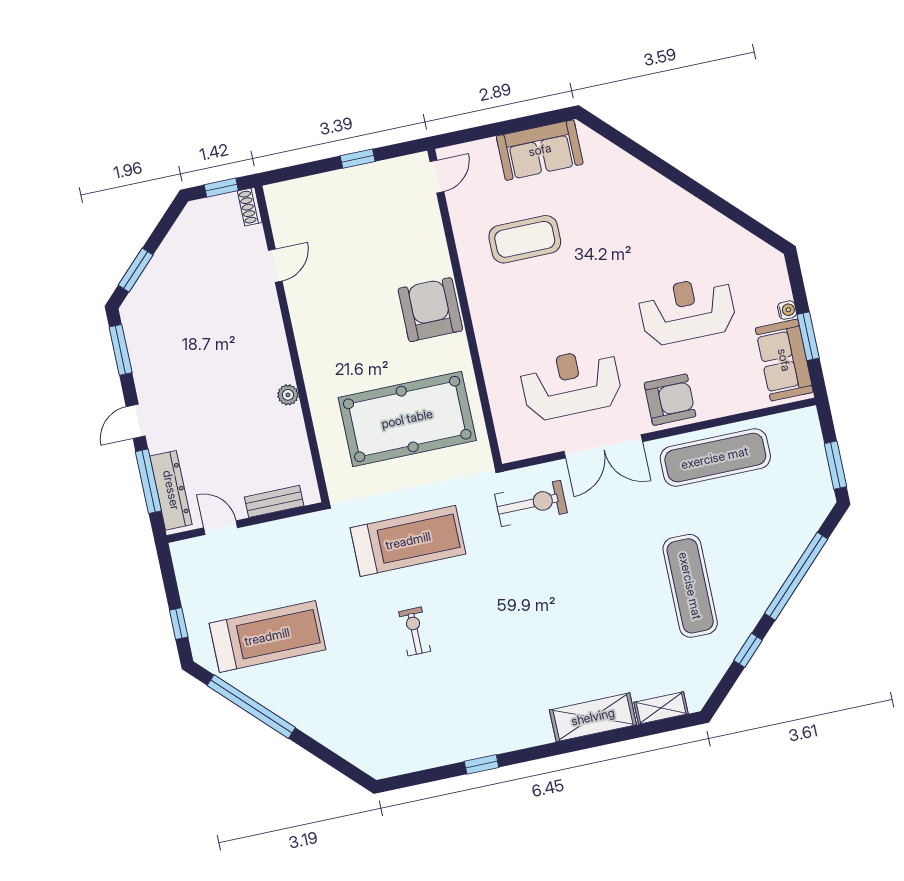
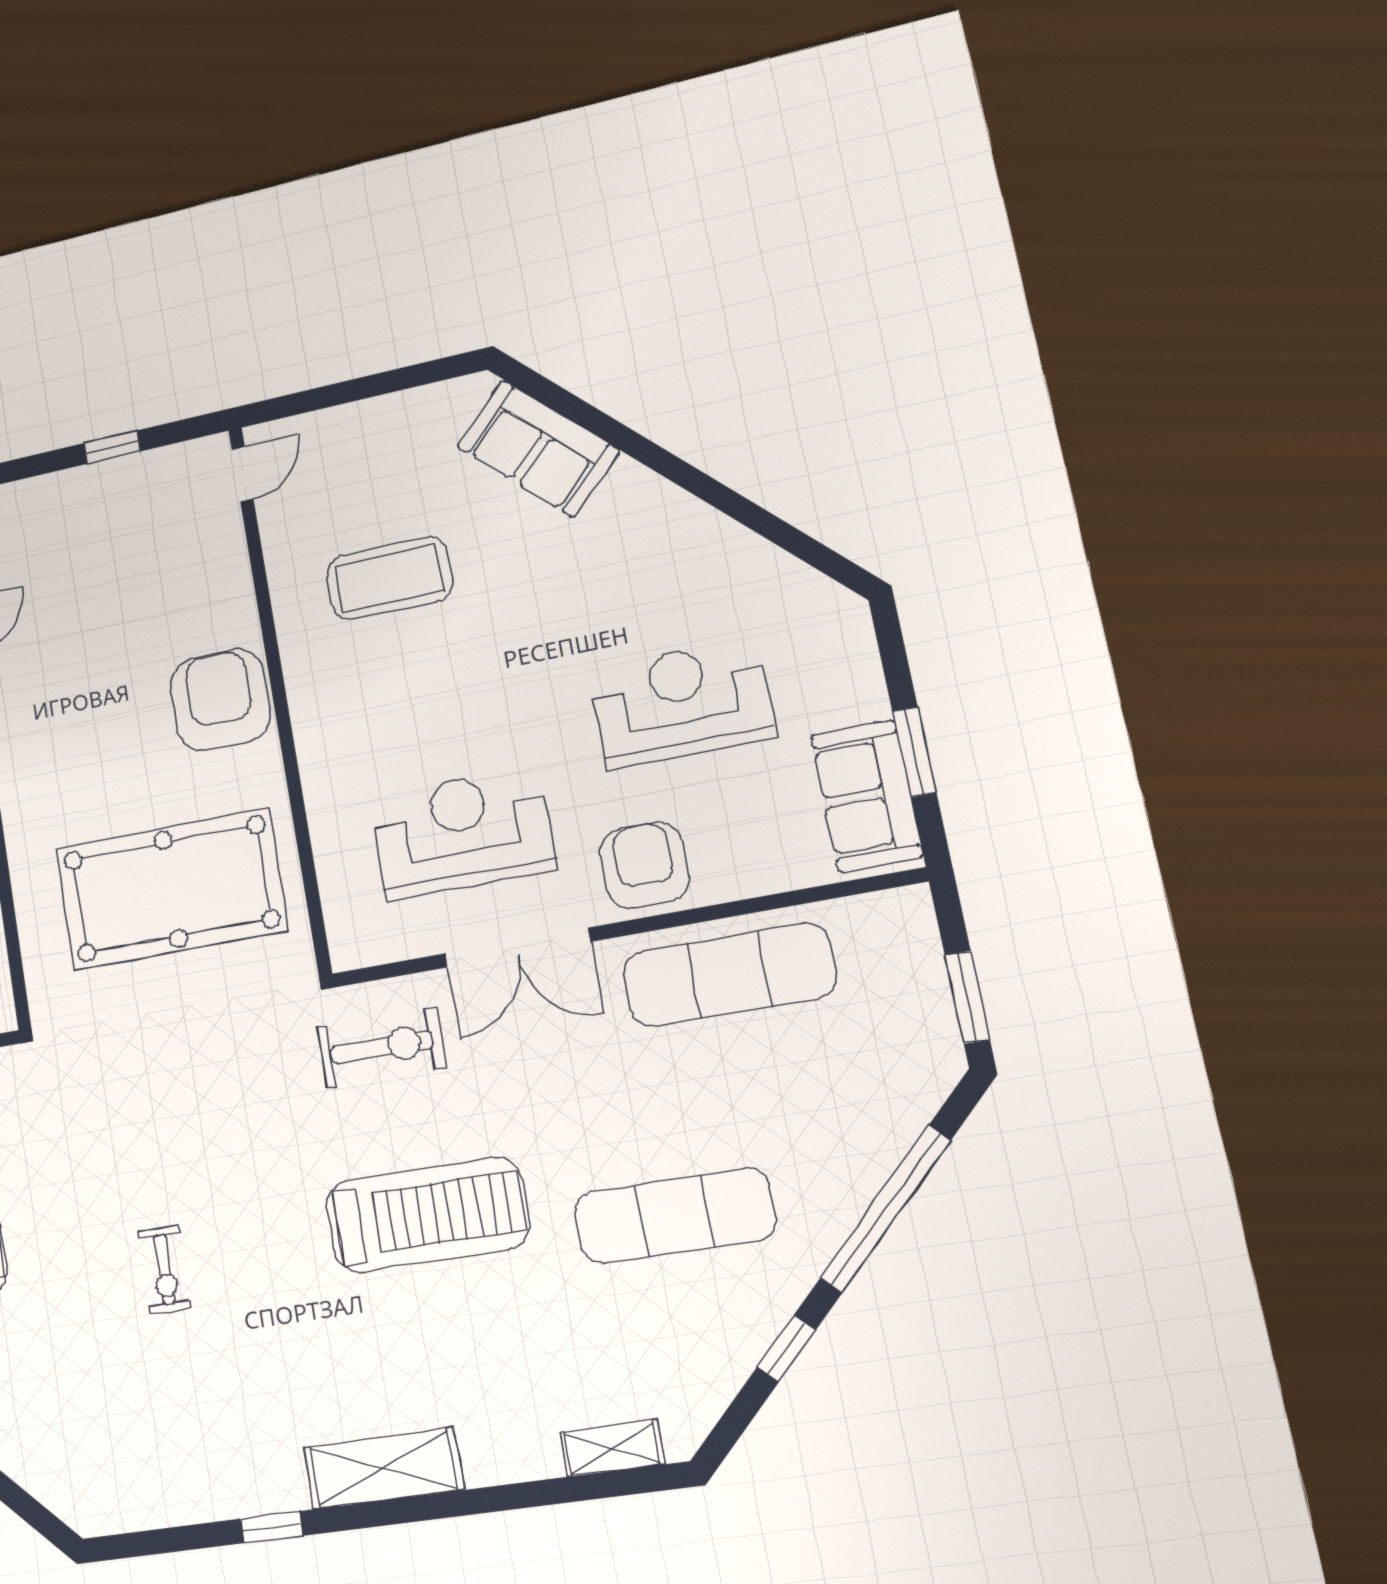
sofa: (540, 150) -> (538, 448), moved, turned 45
water cooler: (787, 310) -> (873, 703), removed
armchair: (670, 400) -> (645, 865), turned -90
treadmill: (408, 541) -> (427, 1215), moved
exercise mat: (690, 586) -> (675, 1216), turned 90
exercise bike: (415, 631) -> (164, 1270), turned 180
shelving: (593, 717) -> (383, 1468), moved

